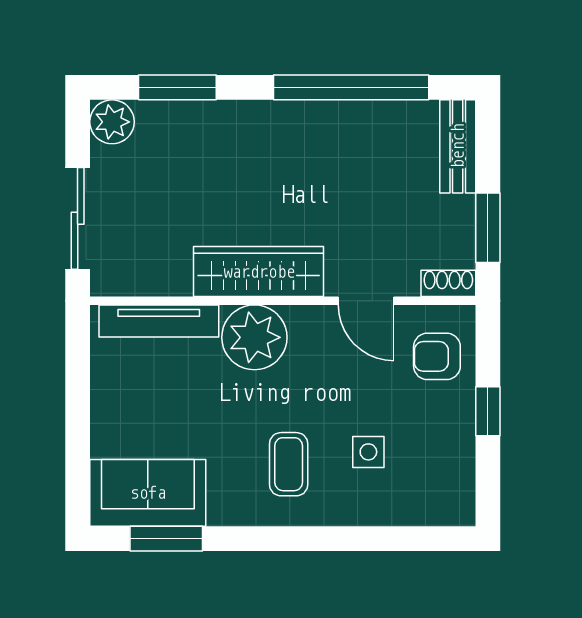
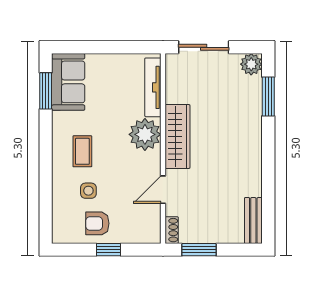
window: (351, 87) -> (268, 182), removed
bench: (458, 146) -> (253, 220), moved, turned 90
armchair: (437, 356) -> (97, 223), moved, turned -90
coffee table: (289, 464) -> (82, 151), turned 90

